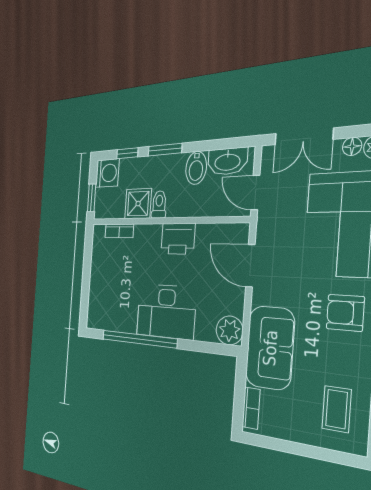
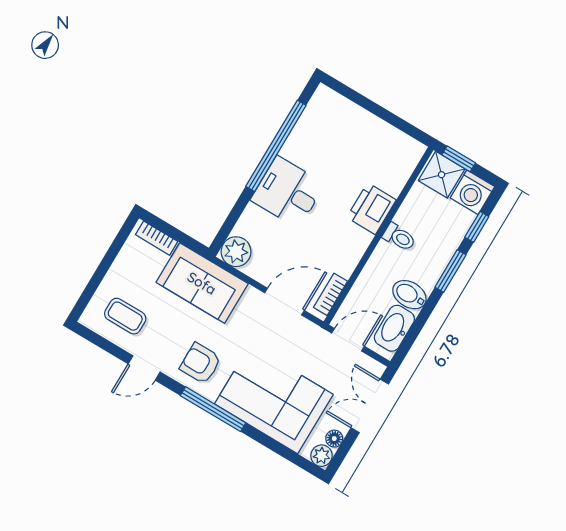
shower: (138, 204) -> (442, 175), moved
bookcase: (119, 231) -> (331, 294), moved
printer: (178, 239) -> (371, 209), moved
desk: (166, 311) -> (288, 192), width x0.73
armchair: (345, 313) -> (200, 363), turned -90

